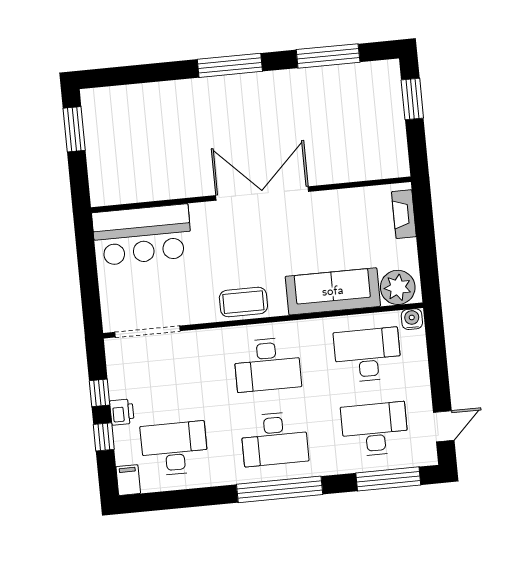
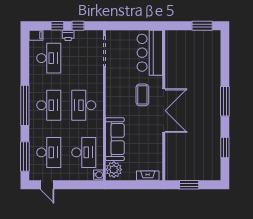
window: (328, 56) -> (225, 147), width x0.69
window: (412, 99) -> (189, 185), moved
coffee table: (243, 302) -> (142, 95), moved
desk: (274, 439) -> (49, 105), turned 180

